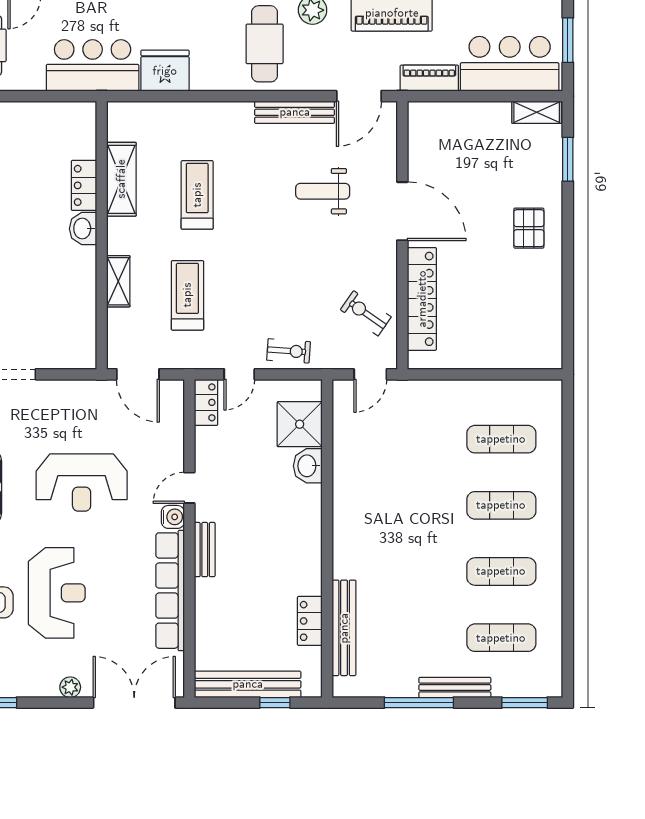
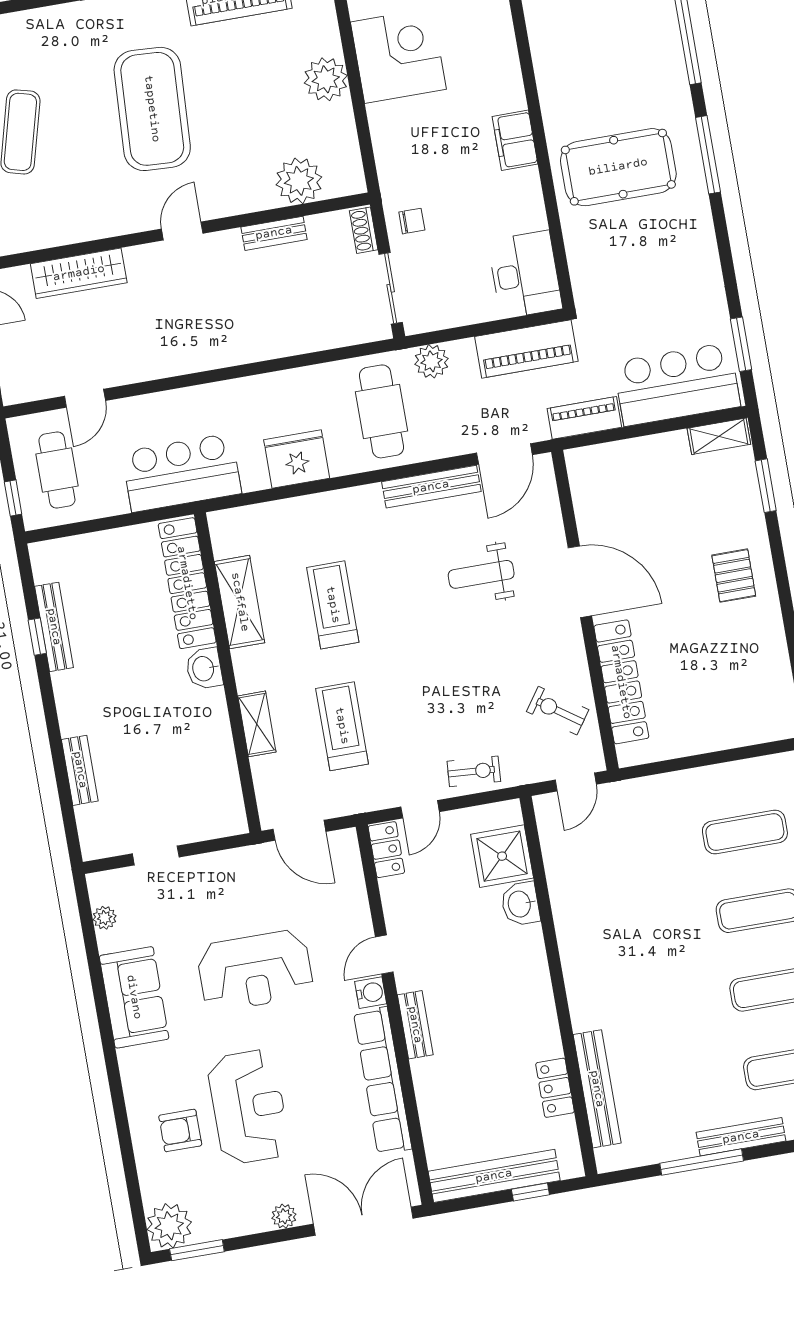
fridge: (165, 71) -> (297, 459), moved
locker: (84, 185) -> (187, 583), width x2.16, depth x1.21

